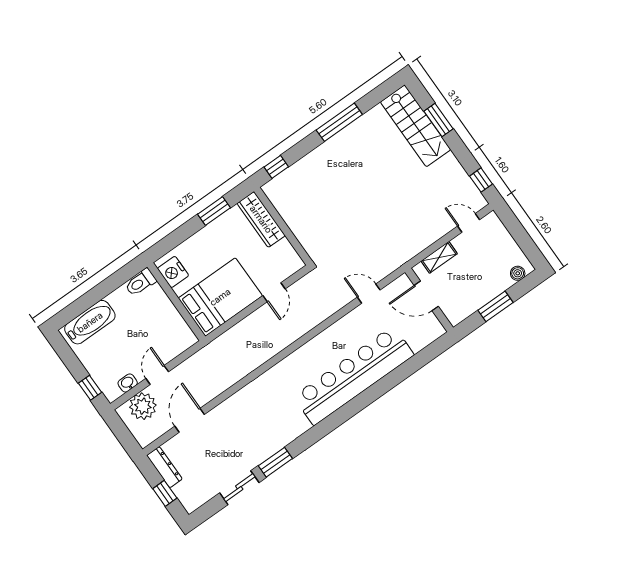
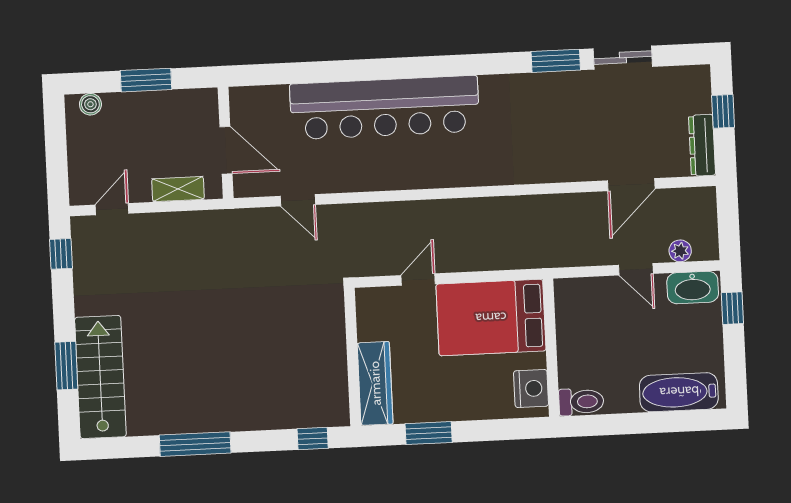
door: (469, 223) -> (112, 209), swing flipped
door: (157, 375) -> (636, 269), hinge flipped
washbasin: (128, 383) -> (693, 288), width x1.91, depth x1.45
plant: (143, 406) -> (680, 251), width x0.53, depth x0.53

